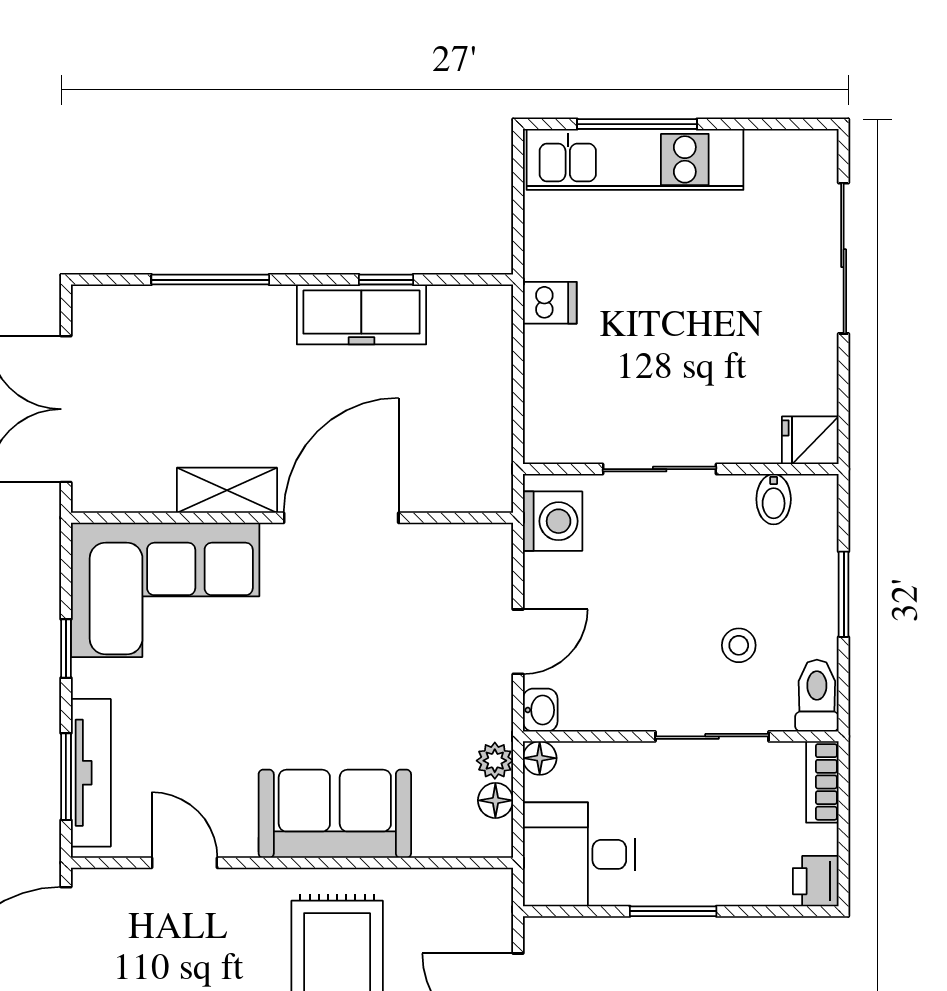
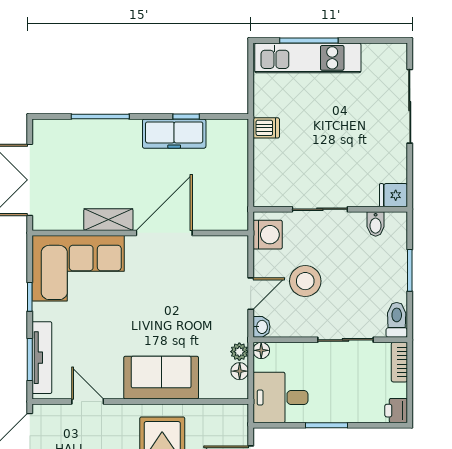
stool: (739, 645) -> (305, 281), moved, width x1.89, depth x1.89

